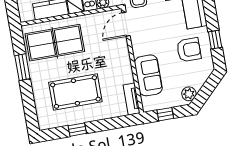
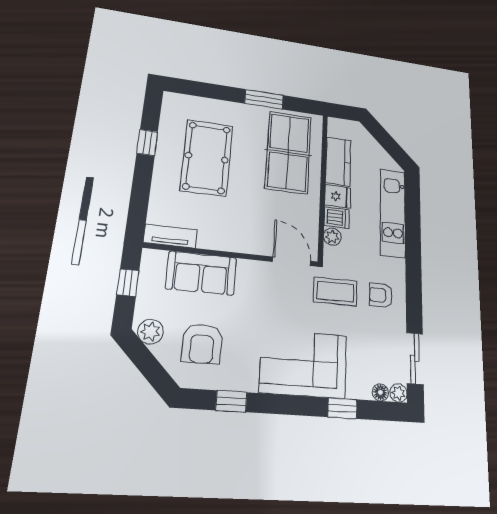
armchair: (189, 50) -> (202, 344), moved

